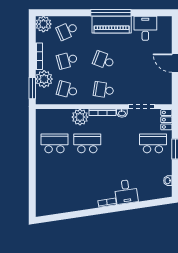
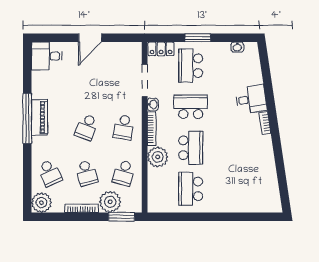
piano: (112, 25) -> (39, 117), width x0.73, depth x0.75
desk: (145, 28) -> (47, 56), moved
school desk: (87, 143) -> (191, 148), turned 180
school desk: (120, 143) -> (191, 107), added

